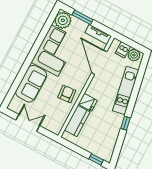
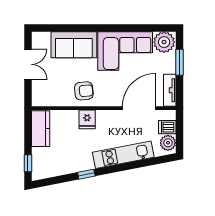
kitchen counter: (77, 121) -> (41, 129), moved, turned -90

